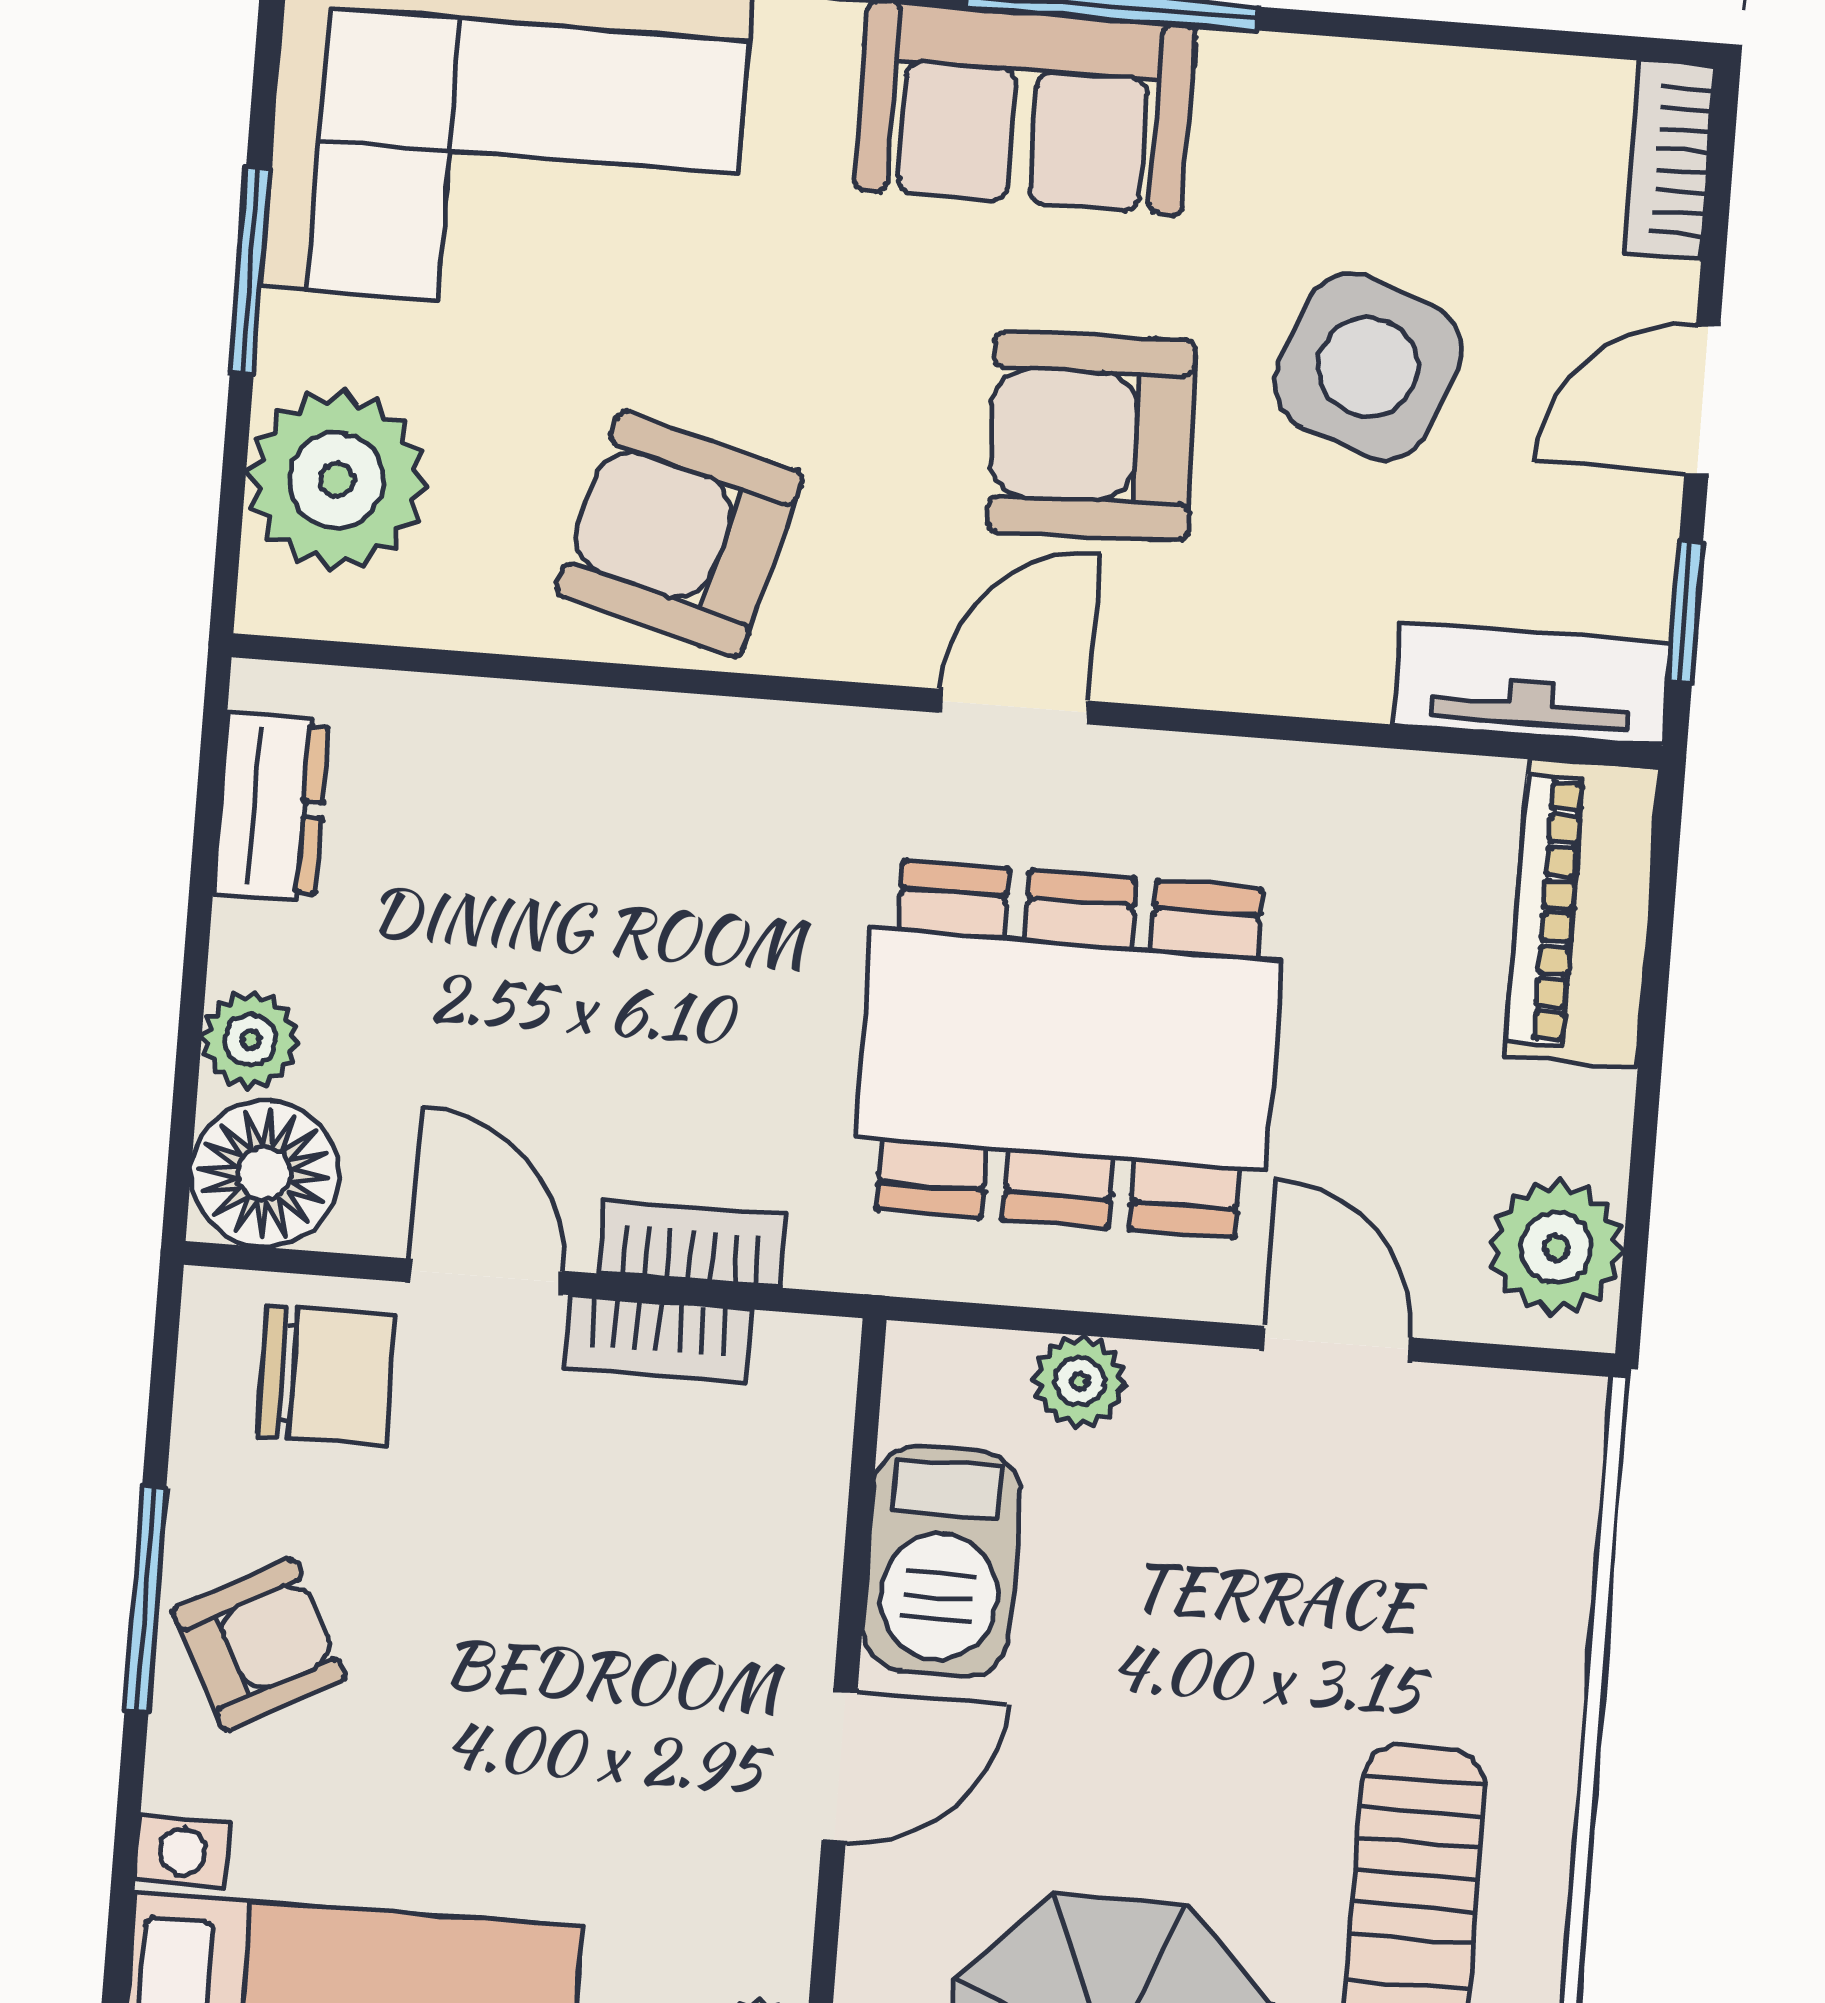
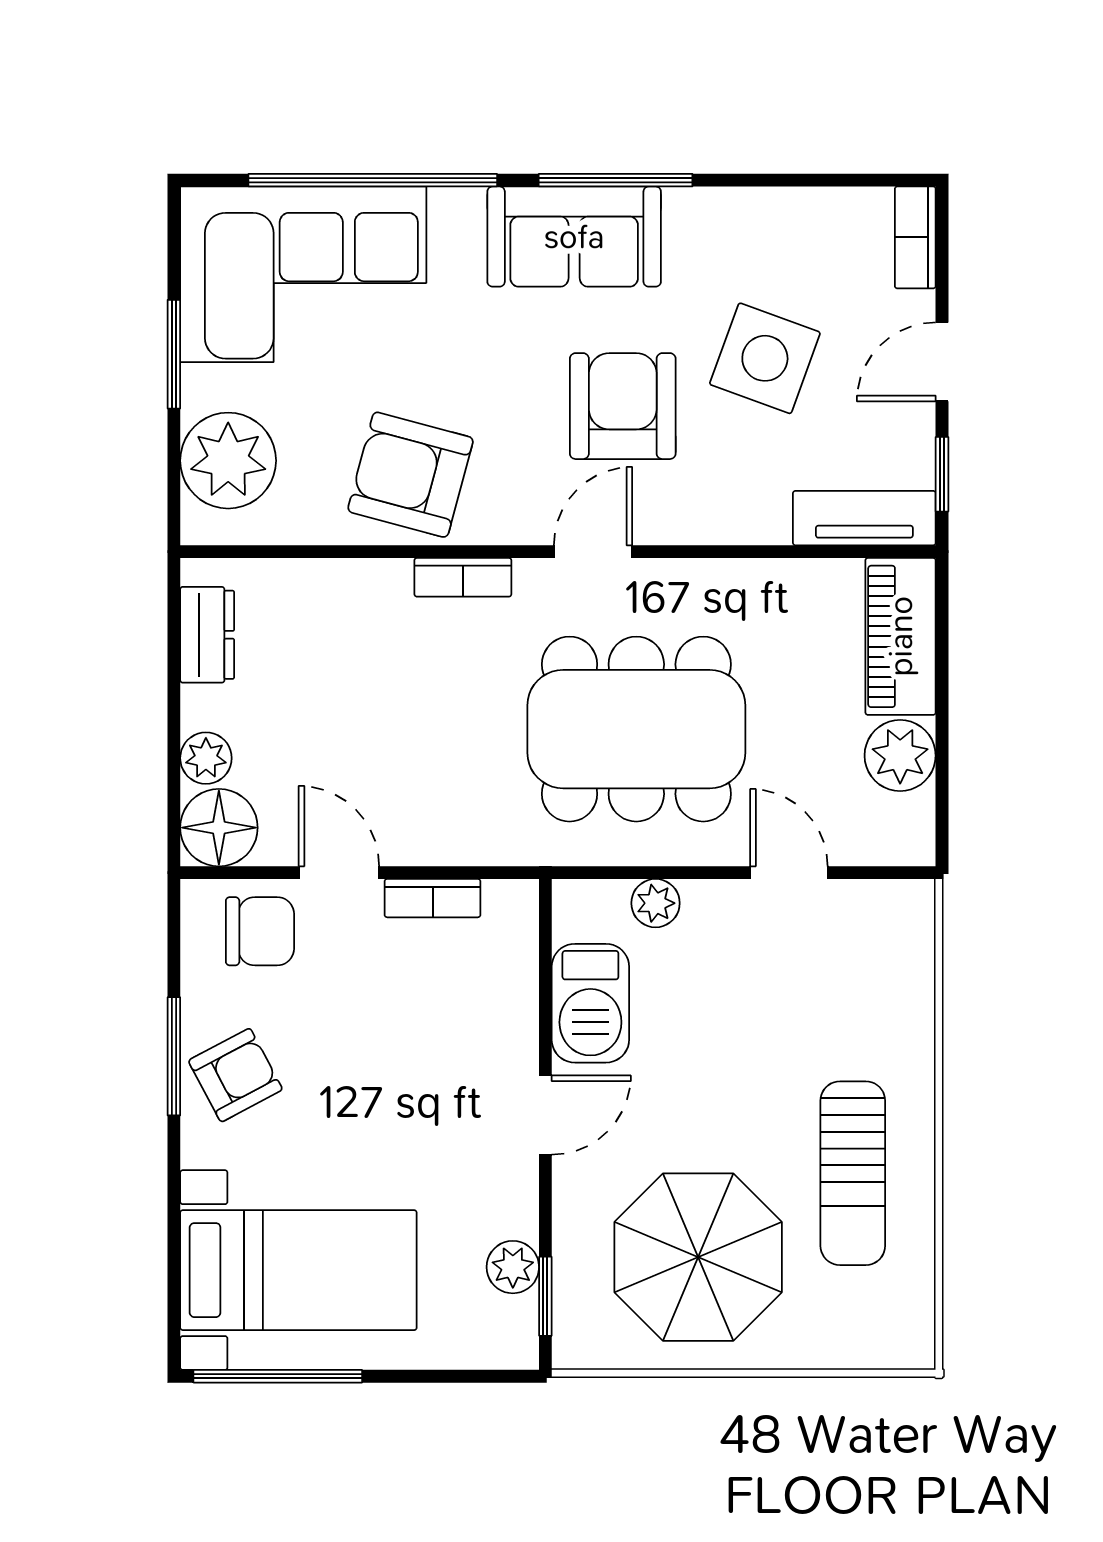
armchair: (1092, 436) -> (623, 406), turned 92
bookcase: (692, 1244) -> (463, 577), moved, turned 180
plant: (1556, 1247) -> (900, 756), moved

